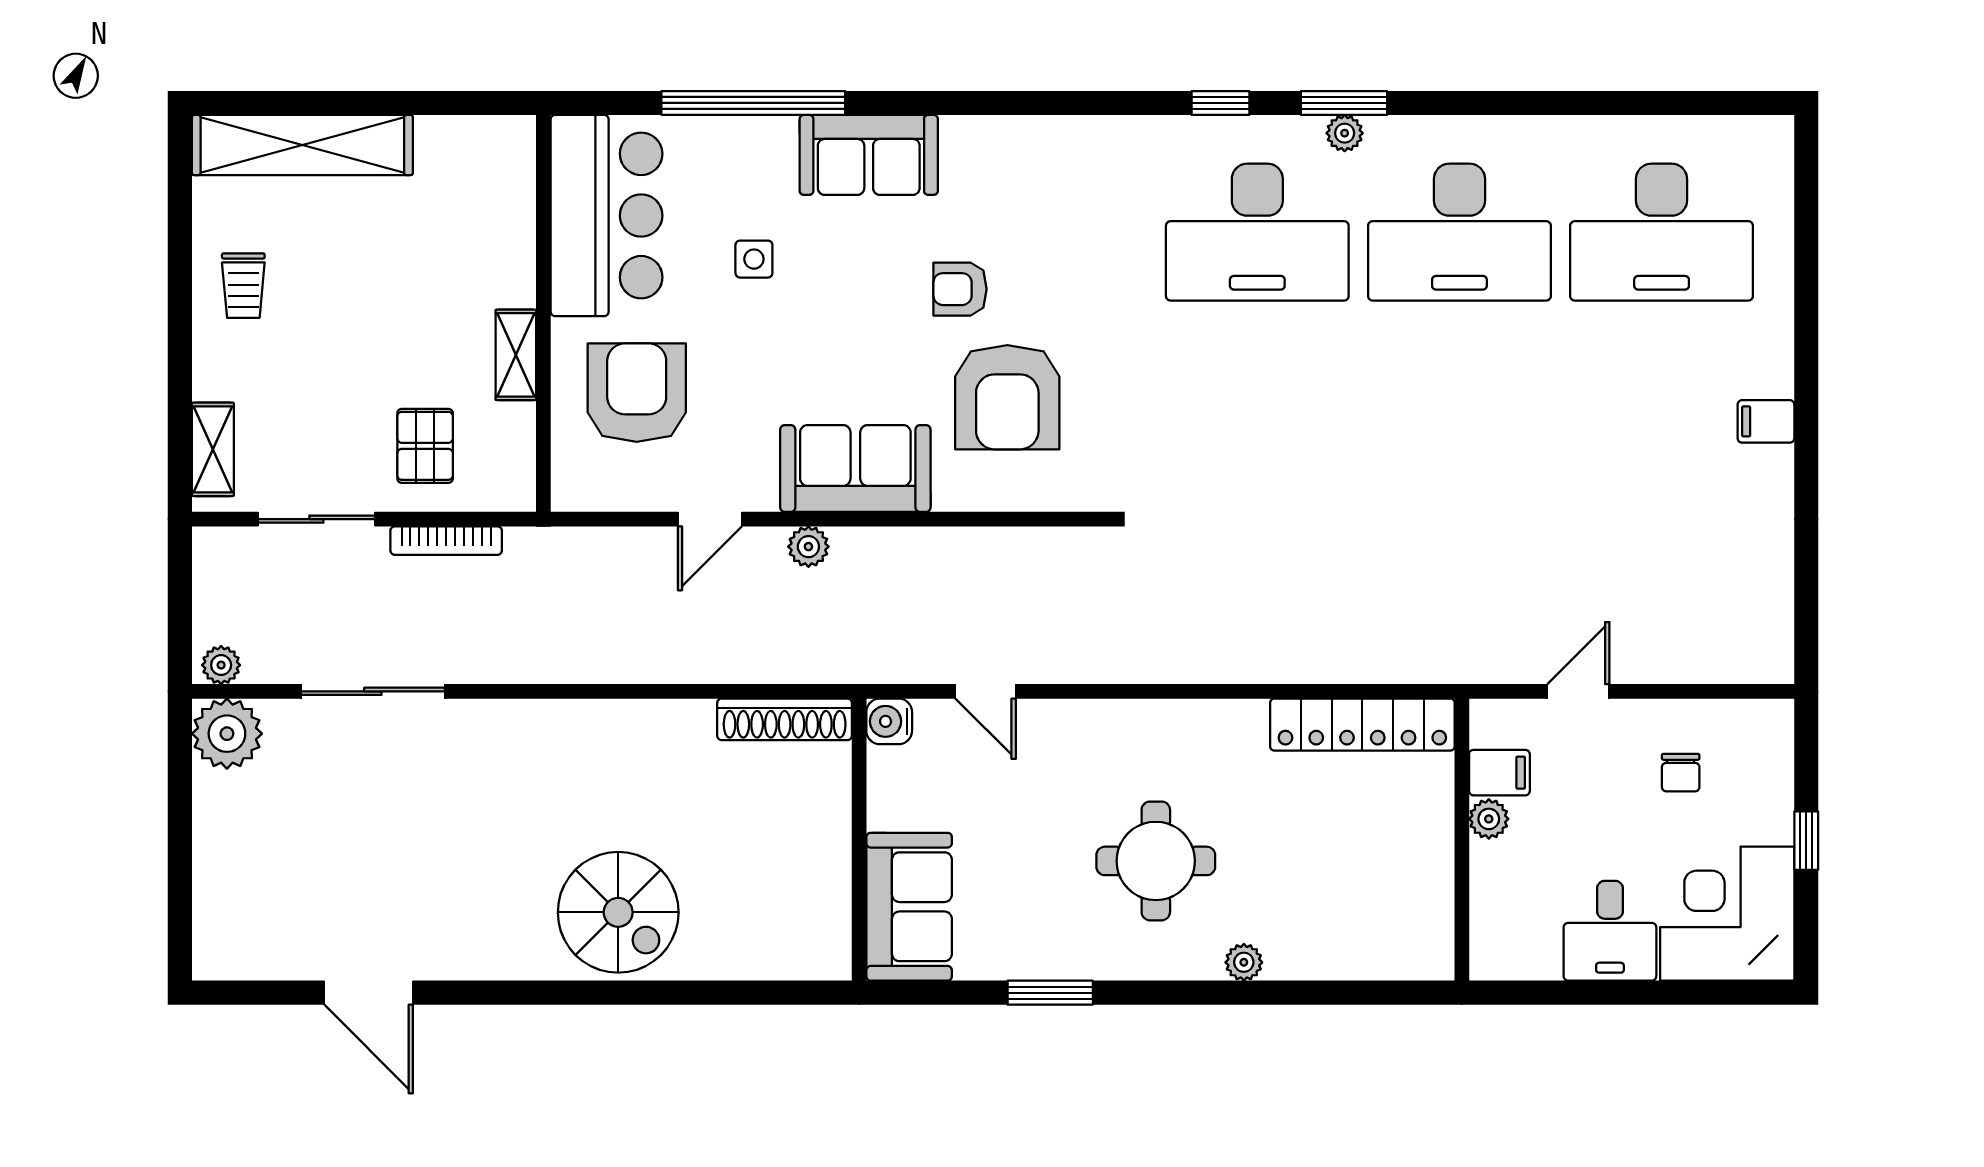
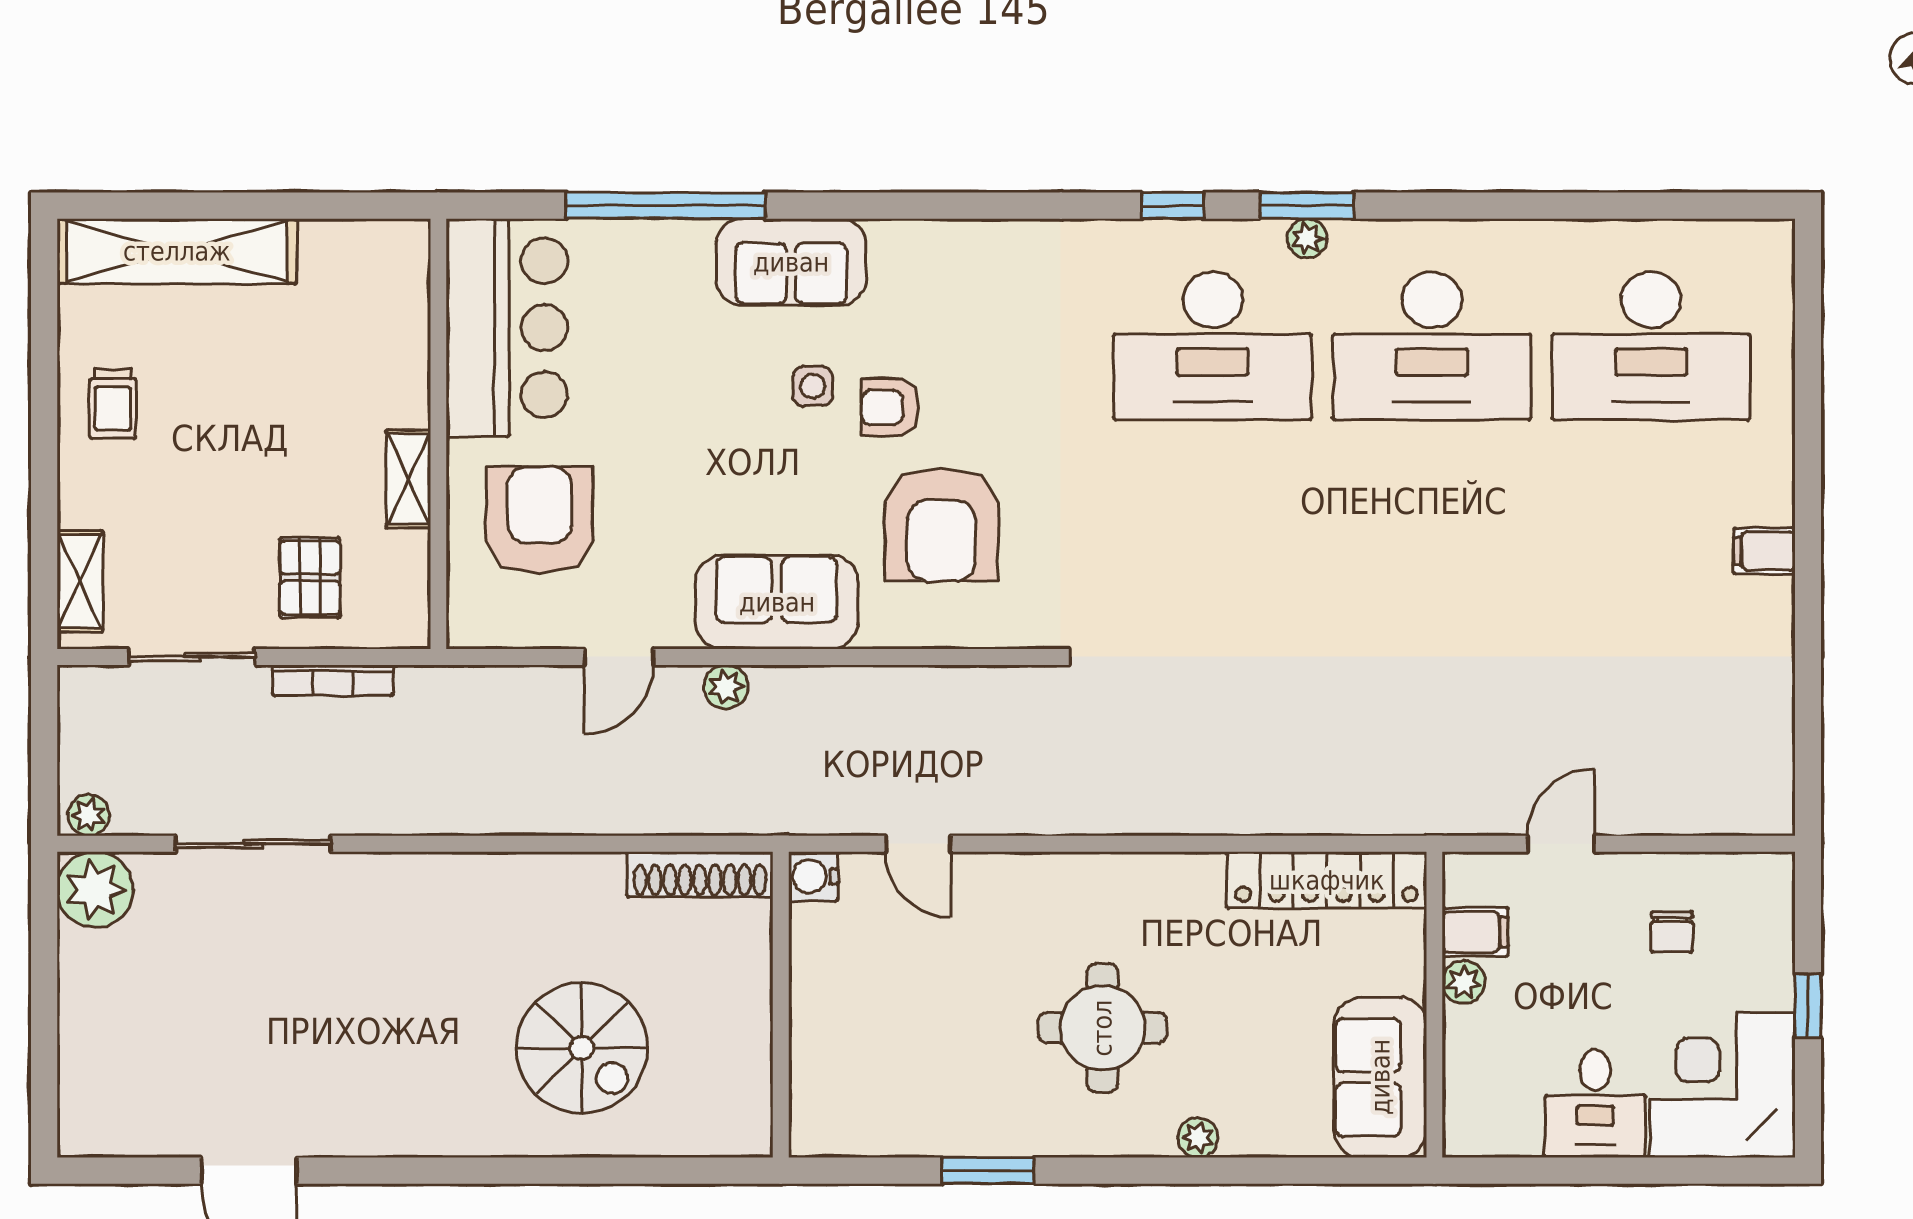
side table: (754, 259) -> (813, 386), moved
sofa: (909, 907) -> (1380, 1077), moved, turned 180
spiral stairs: (618, 912) -> (582, 1048), moved

